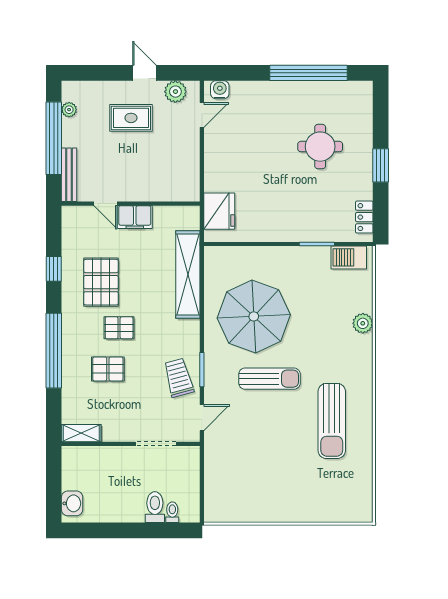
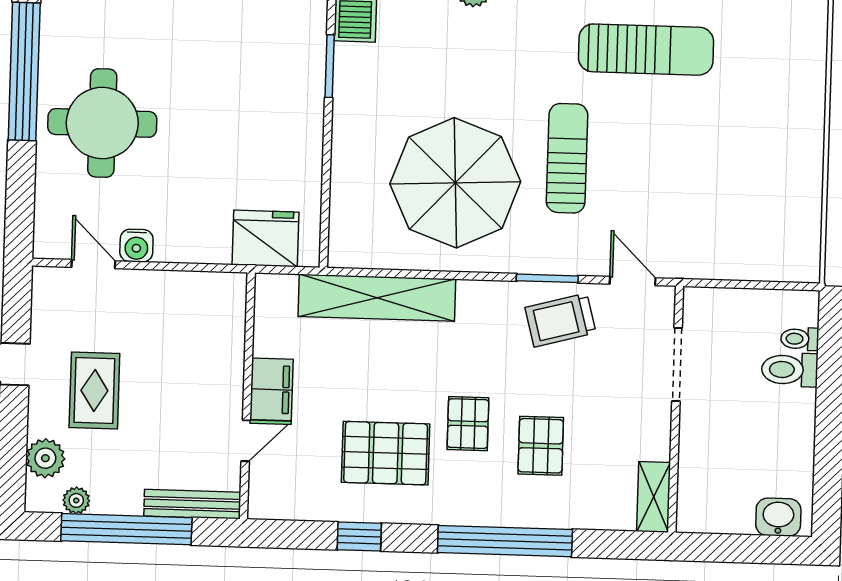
water cooler: (220, 90) -> (136, 246), moved, turned -90
plant: (175, 92) -> (45, 458), moved
round table: (320, 147) -> (102, 123), moved, width x1.36, depth x1.36

